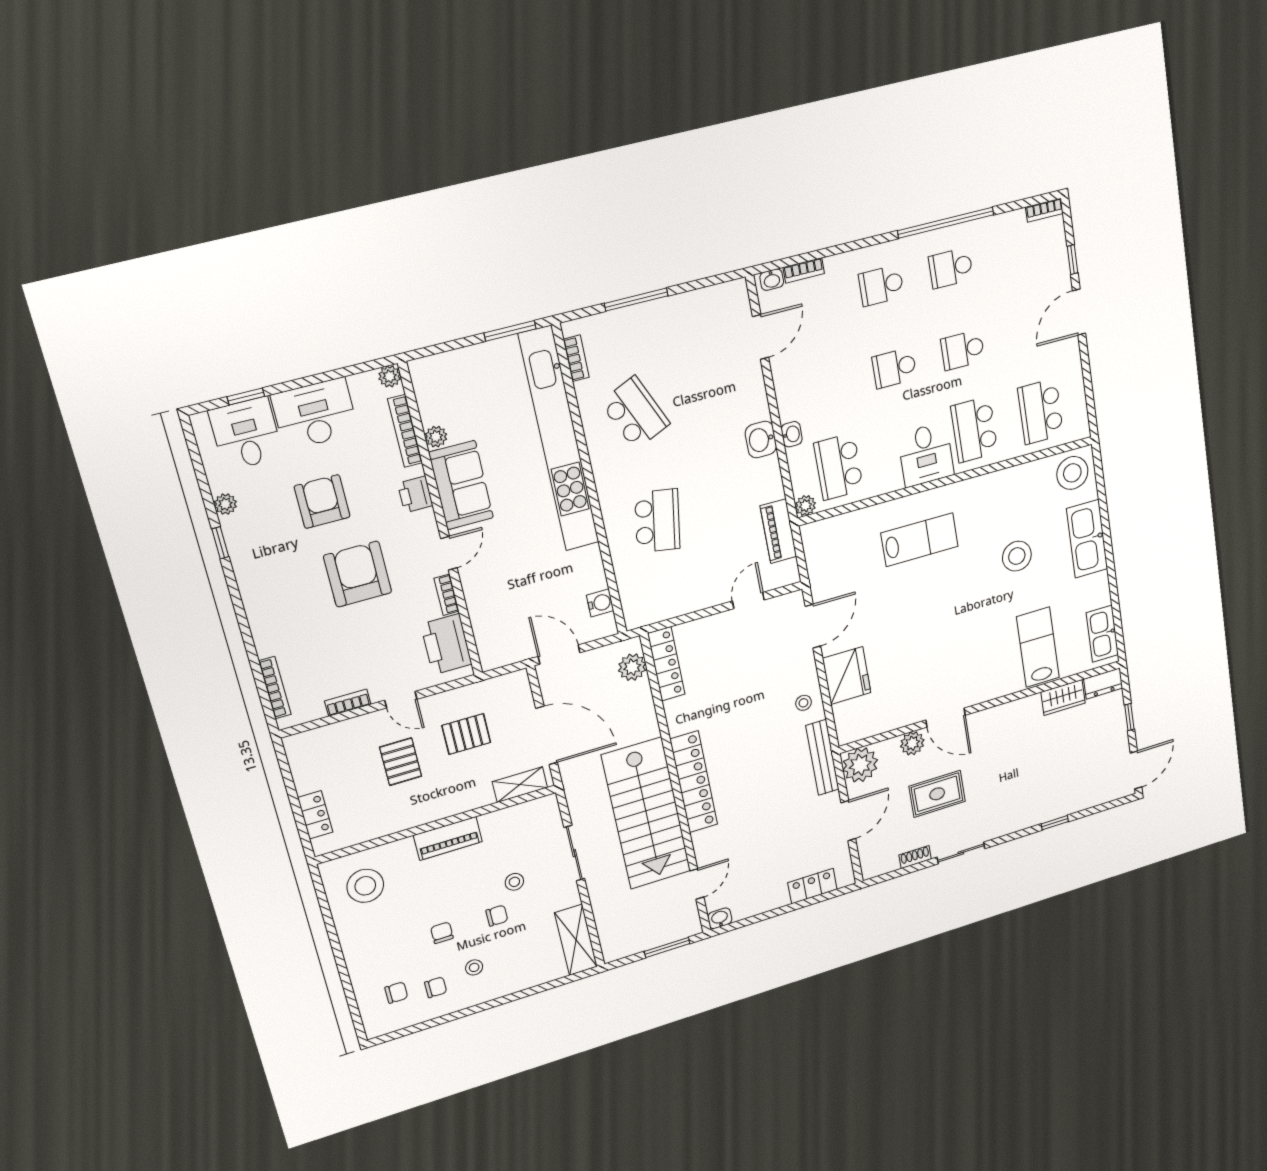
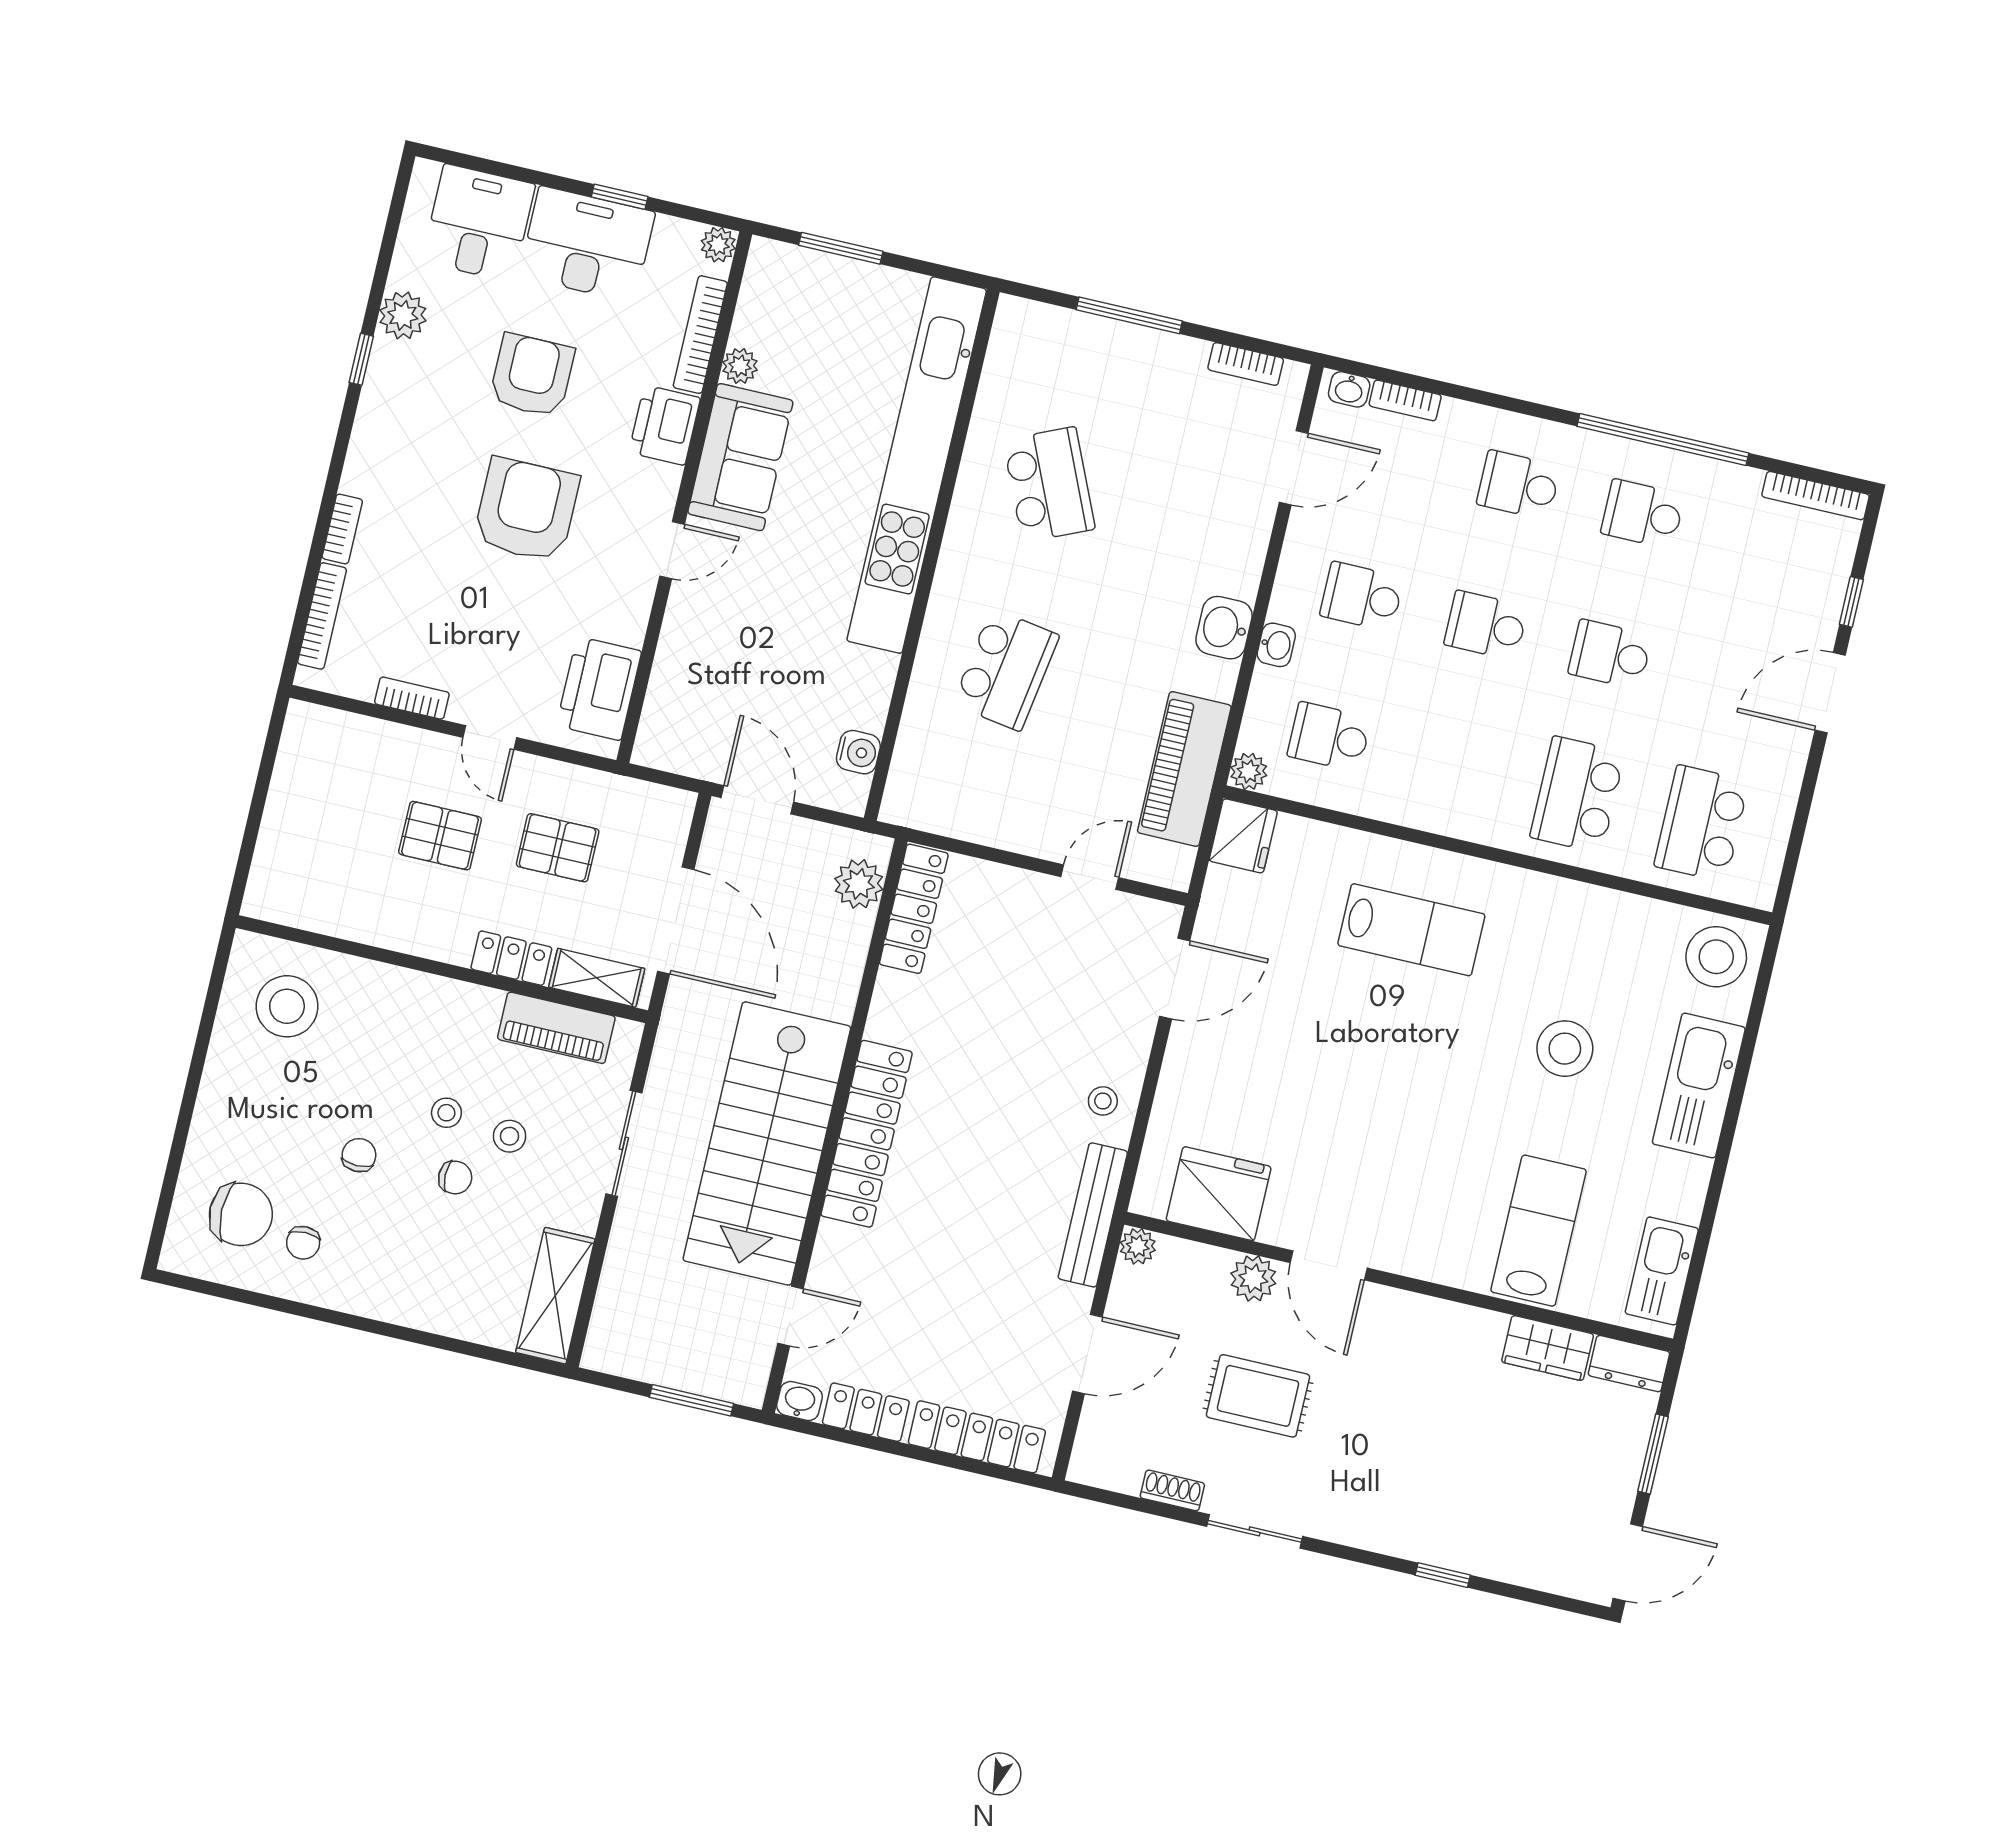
bookcase: (1044, 210) -> (1815, 496), width x1.56
window: (510, 331) -> (841, 248), moved
bookcase: (576, 358) -> (1246, 364), moved, turned 90
school desk: (825, 386) -> (1362, 597), added
window: (246, 396) -> (620, 197), moved
desk: (926, 455) -> (1480, 793), removed
school desk: (839, 467) -> (1329, 737), width x0.54
printer: (415, 494) -> (665, 425), width x1.36, depth x1.24
plant: (225, 504) -> (403, 315), width x1.38, depth x1.38
piano: (778, 531) -> (1184, 769), width x1.37, depth x1.33
fridge: (817, 539) -> (1243, 836), added
bookcase: (447, 595) -> (342, 529), moved, turned 180
fridge: (847, 676) -> (1219, 1194), moved, turned -90
window: (1129, 717) -> (1653, 1454), width x1.50
pallet: (401, 762) -> (440, 836), turned 90
plant: (860, 765) -> (1138, 1246), width x0.53, depth x0.53
locker: (315, 815) -> (511, 958), moved, turned -90
piano: (448, 838) -> (556, 1028), moved
locker: (812, 886) -> (977, 1437), width x1.53
locker: (754, 905) -> (866, 1412), added
stool: (474, 967) -> (446, 1113), moved
chair: (436, 987) -> (303, 1243), turned 90
chair: (396, 993) -> (241, 1214), width x1.87, depth x1.87

